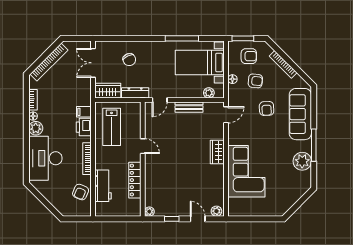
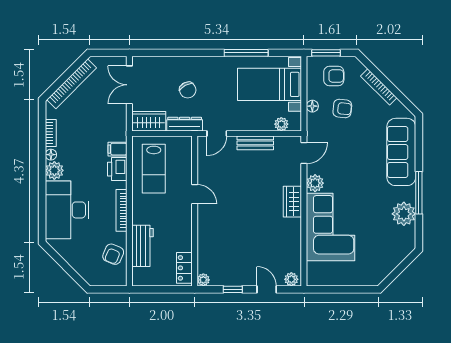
chair: (129, 60) -> (188, 90), moved
armchair: (267, 108) -> (357, 145), removed
plant: (235, 138) -> (315, 183), added
locker: (135, 180) -> (184, 268), moved, width x0.66

